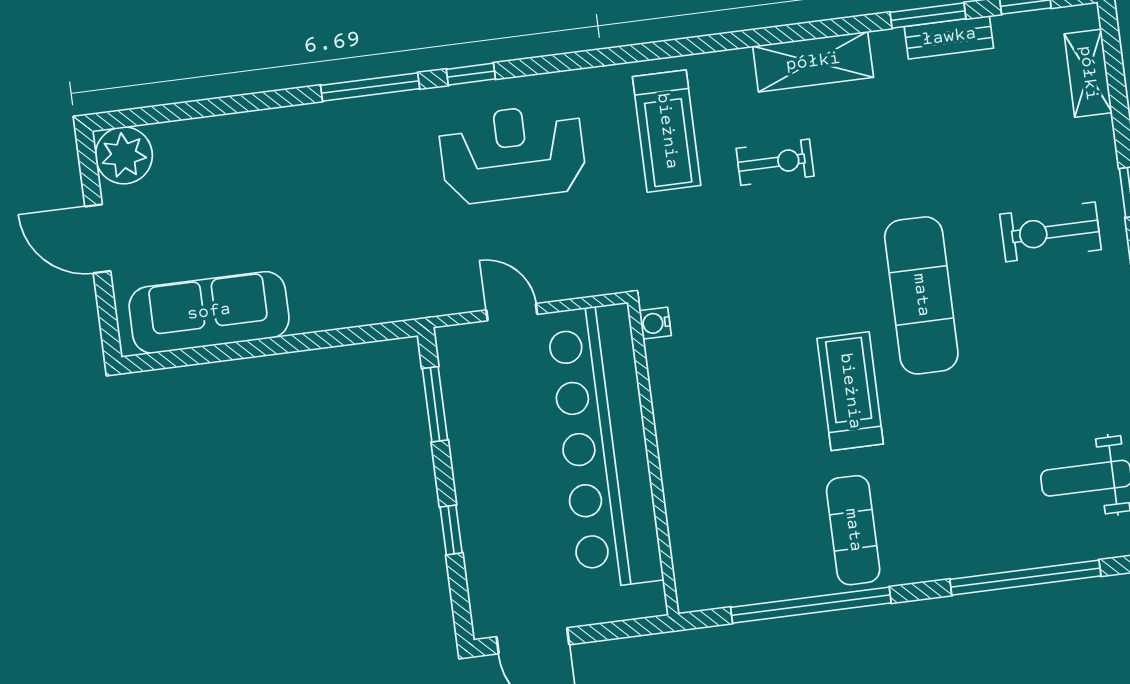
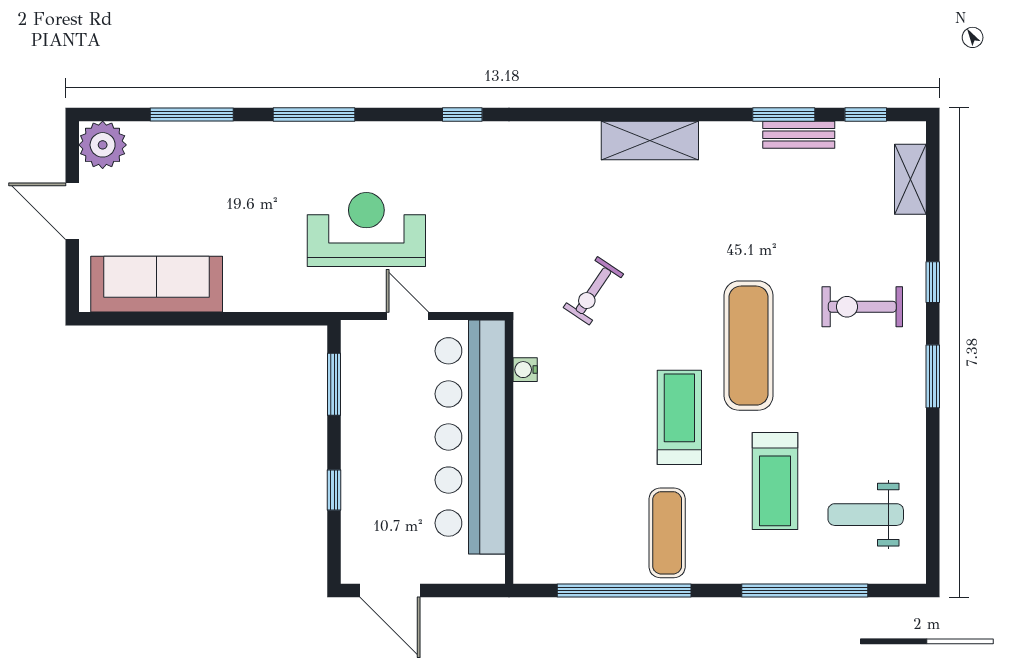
shelving: (813, 62) -> (650, 140), moved
window: (471, 74) -> (462, 114), moved
window: (225, 106) -> (192, 114), added
treadmill: (667, 131) -> (775, 481), moved
reception desk: (512, 154) -> (366, 229), moved
exercise bike: (775, 162) -> (593, 291), moved, turned 124
water cooler: (655, 323) -> (525, 370), moved

